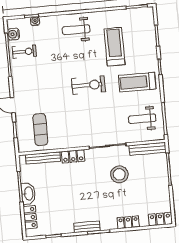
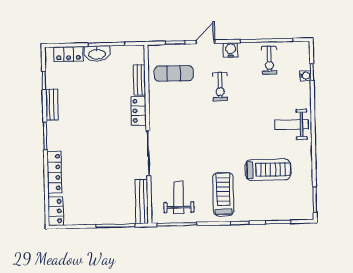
weight bench: (76, 30) -> (292, 125), turned -90
water cooler: (13, 34) -> (231, 50), moved
exercise bike: (89, 85) -> (220, 86), moved, width x0.73, depth x0.72
bench: (43, 158) -> (139, 80), width x0.73
stool: (119, 174) -> (113, 165), removed
locker: (128, 222) -> (54, 172), width x1.53
bench: (87, 227) -> (52, 105), moved

